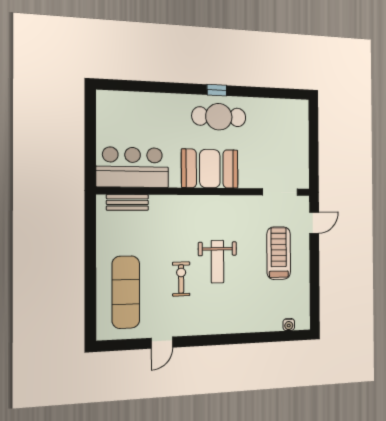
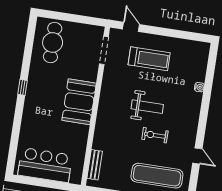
cafe table: (219, 117) -> (53, 43), moved
bar counter: (133, 167) -> (45, 165), moved, turned 90
treadmill: (279, 253) -> (149, 59), turned 180
water cooler: (289, 325) -> (199, 87), moved

